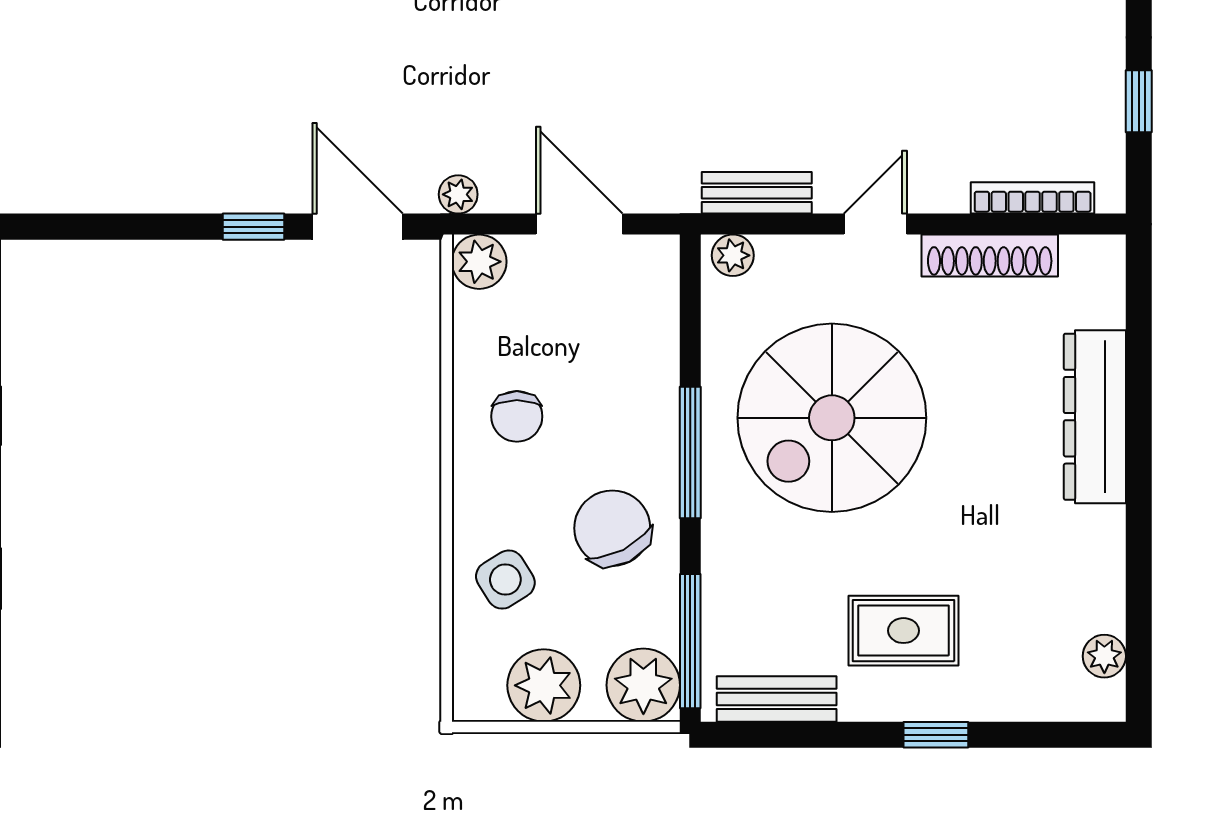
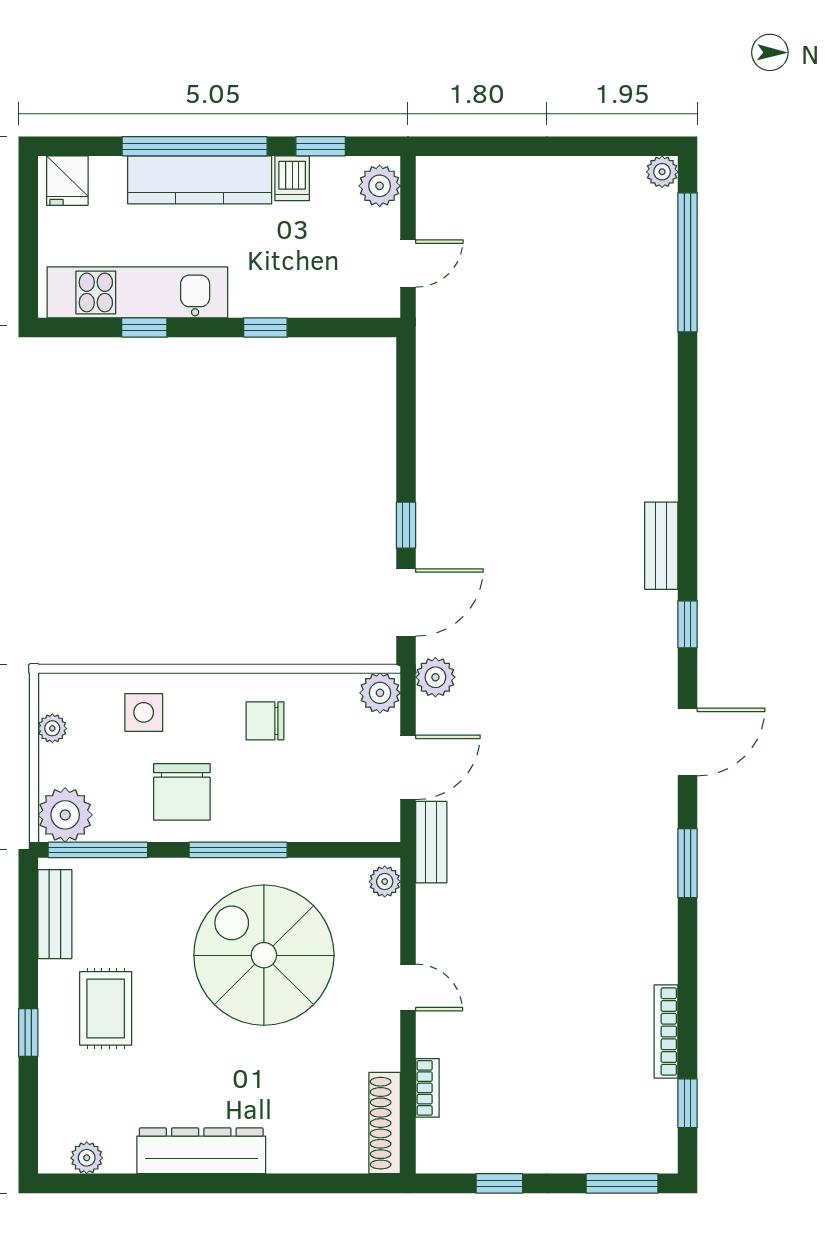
bench: (757, 193) -> (431, 842), moved
plant: (458, 194) -> (435, 677), width x1.38, depth x1.38
bookcase: (1033, 198) -> (427, 1088), width x0.64
shoe rack: (990, 255) -> (385, 1123), moved
dresser: (1095, 417) -> (201, 1151), moved
chair: (612, 528) -> (182, 792), turned 117
side table: (505, 580) -> (144, 712), turned 32
plant: (544, 685) -> (52, 728), width x0.53, depth x0.53

